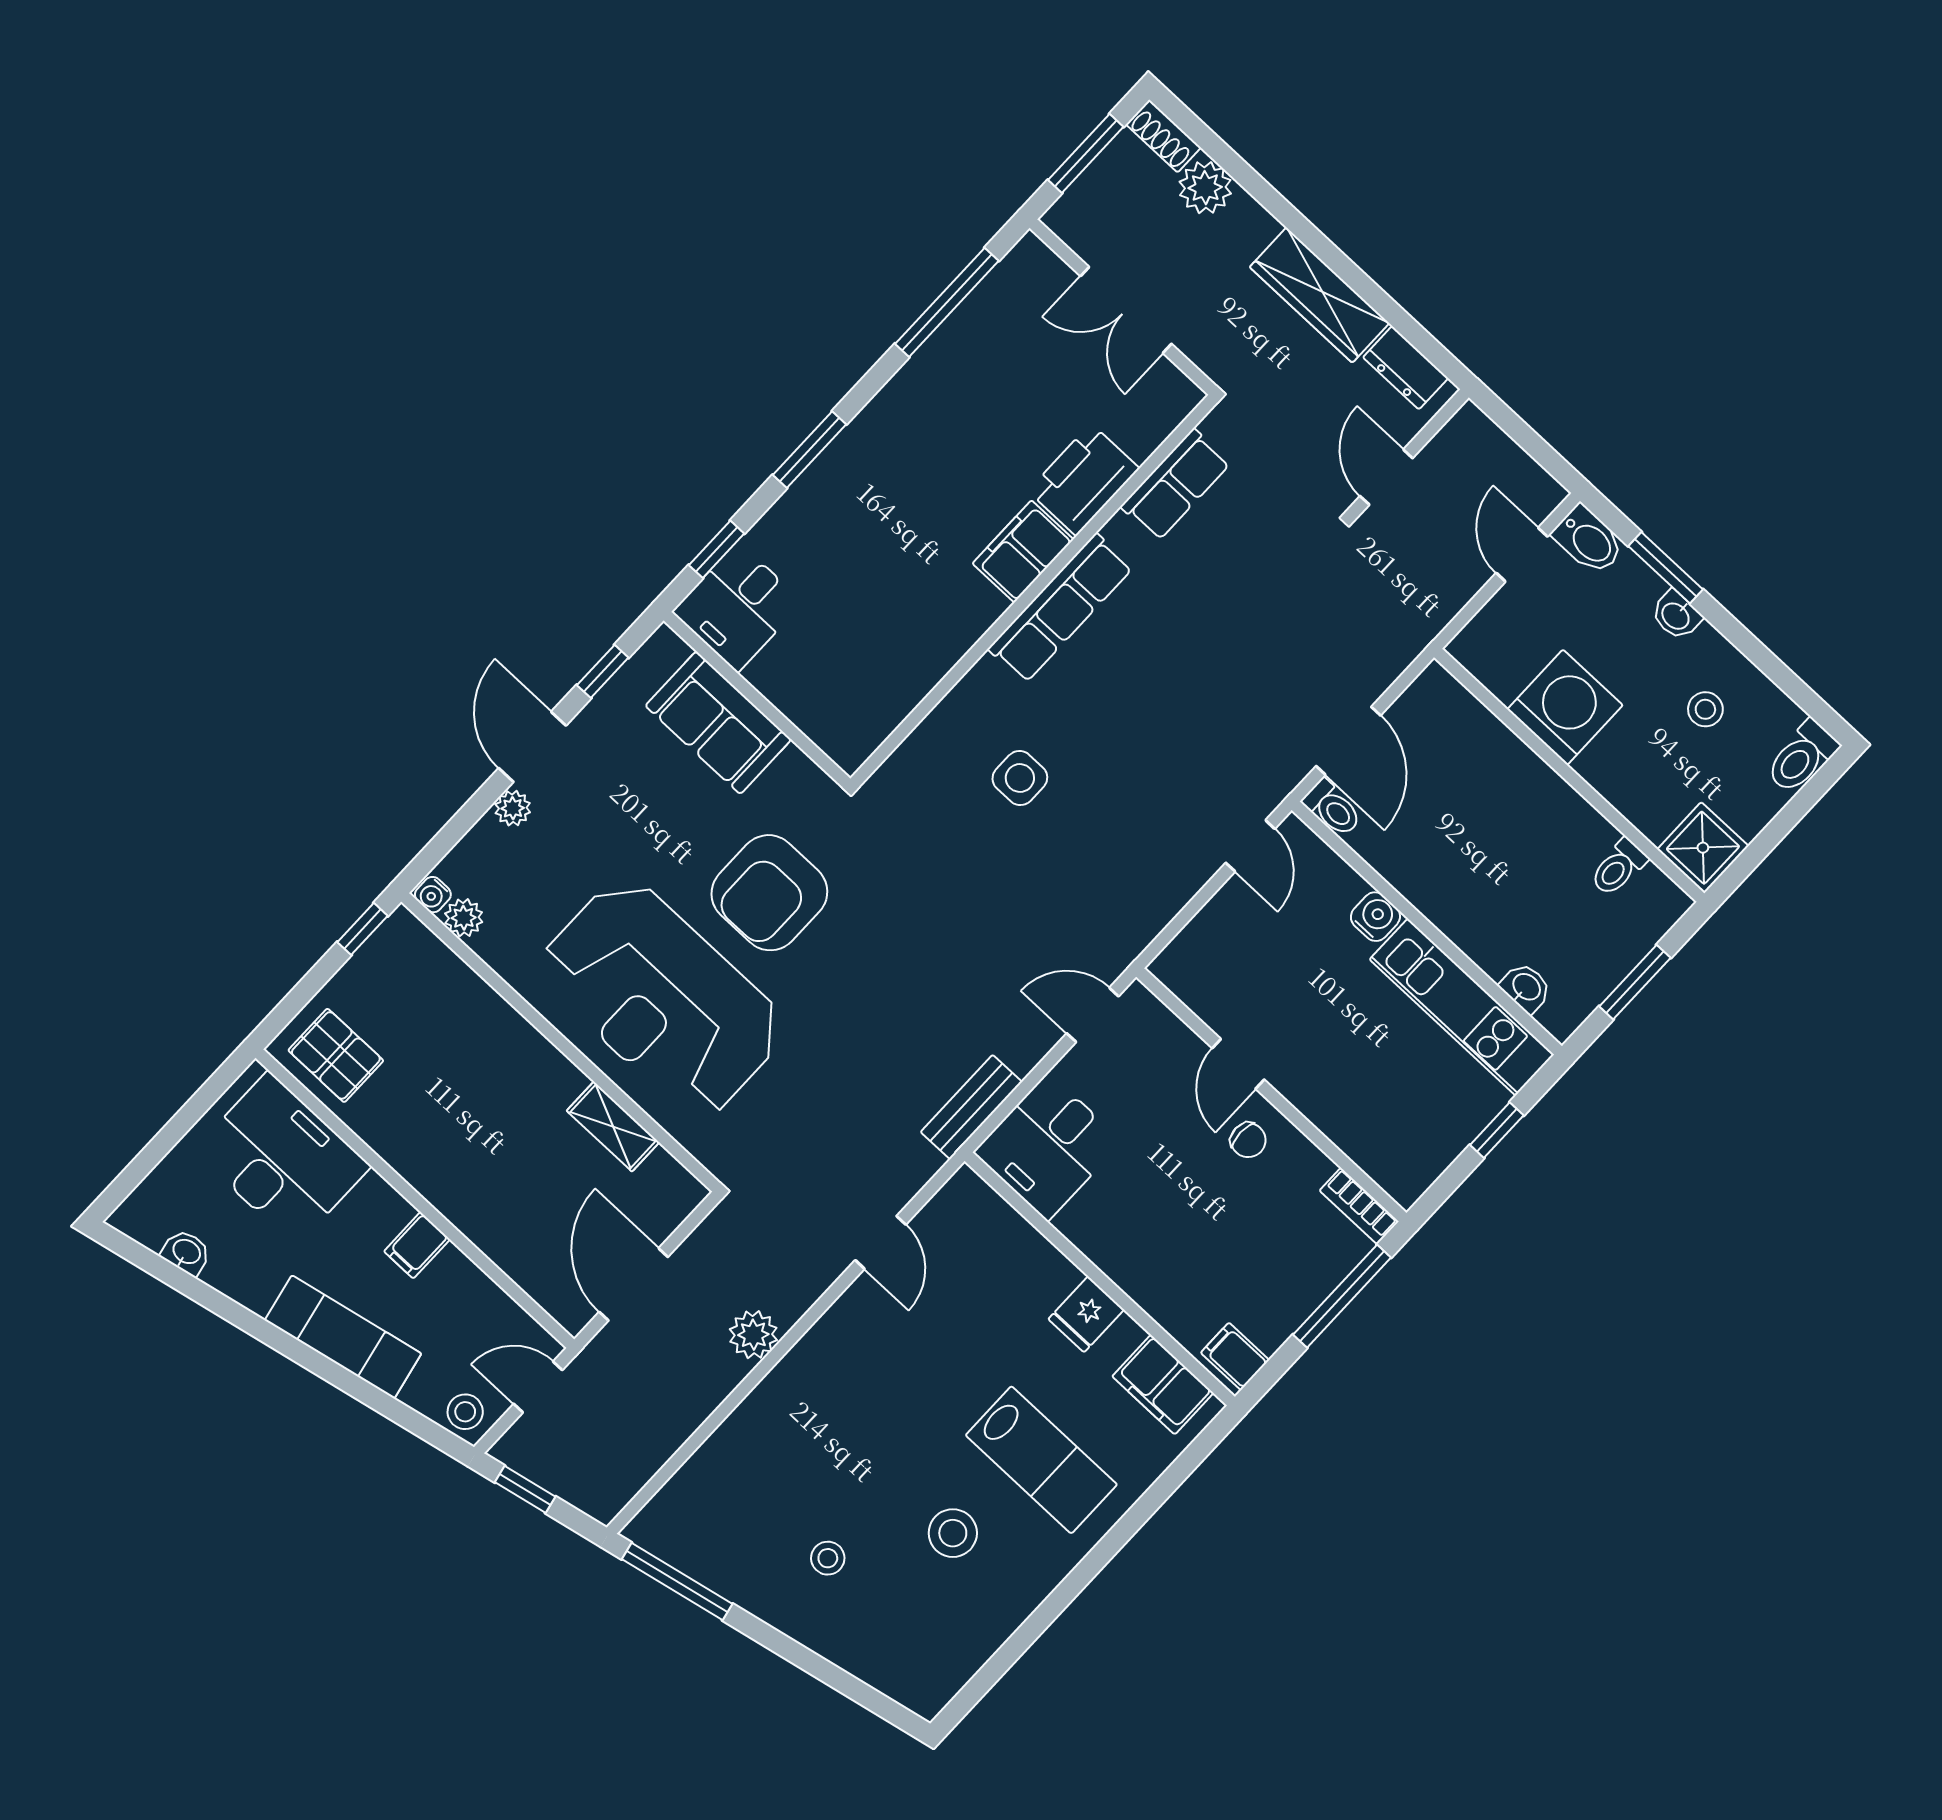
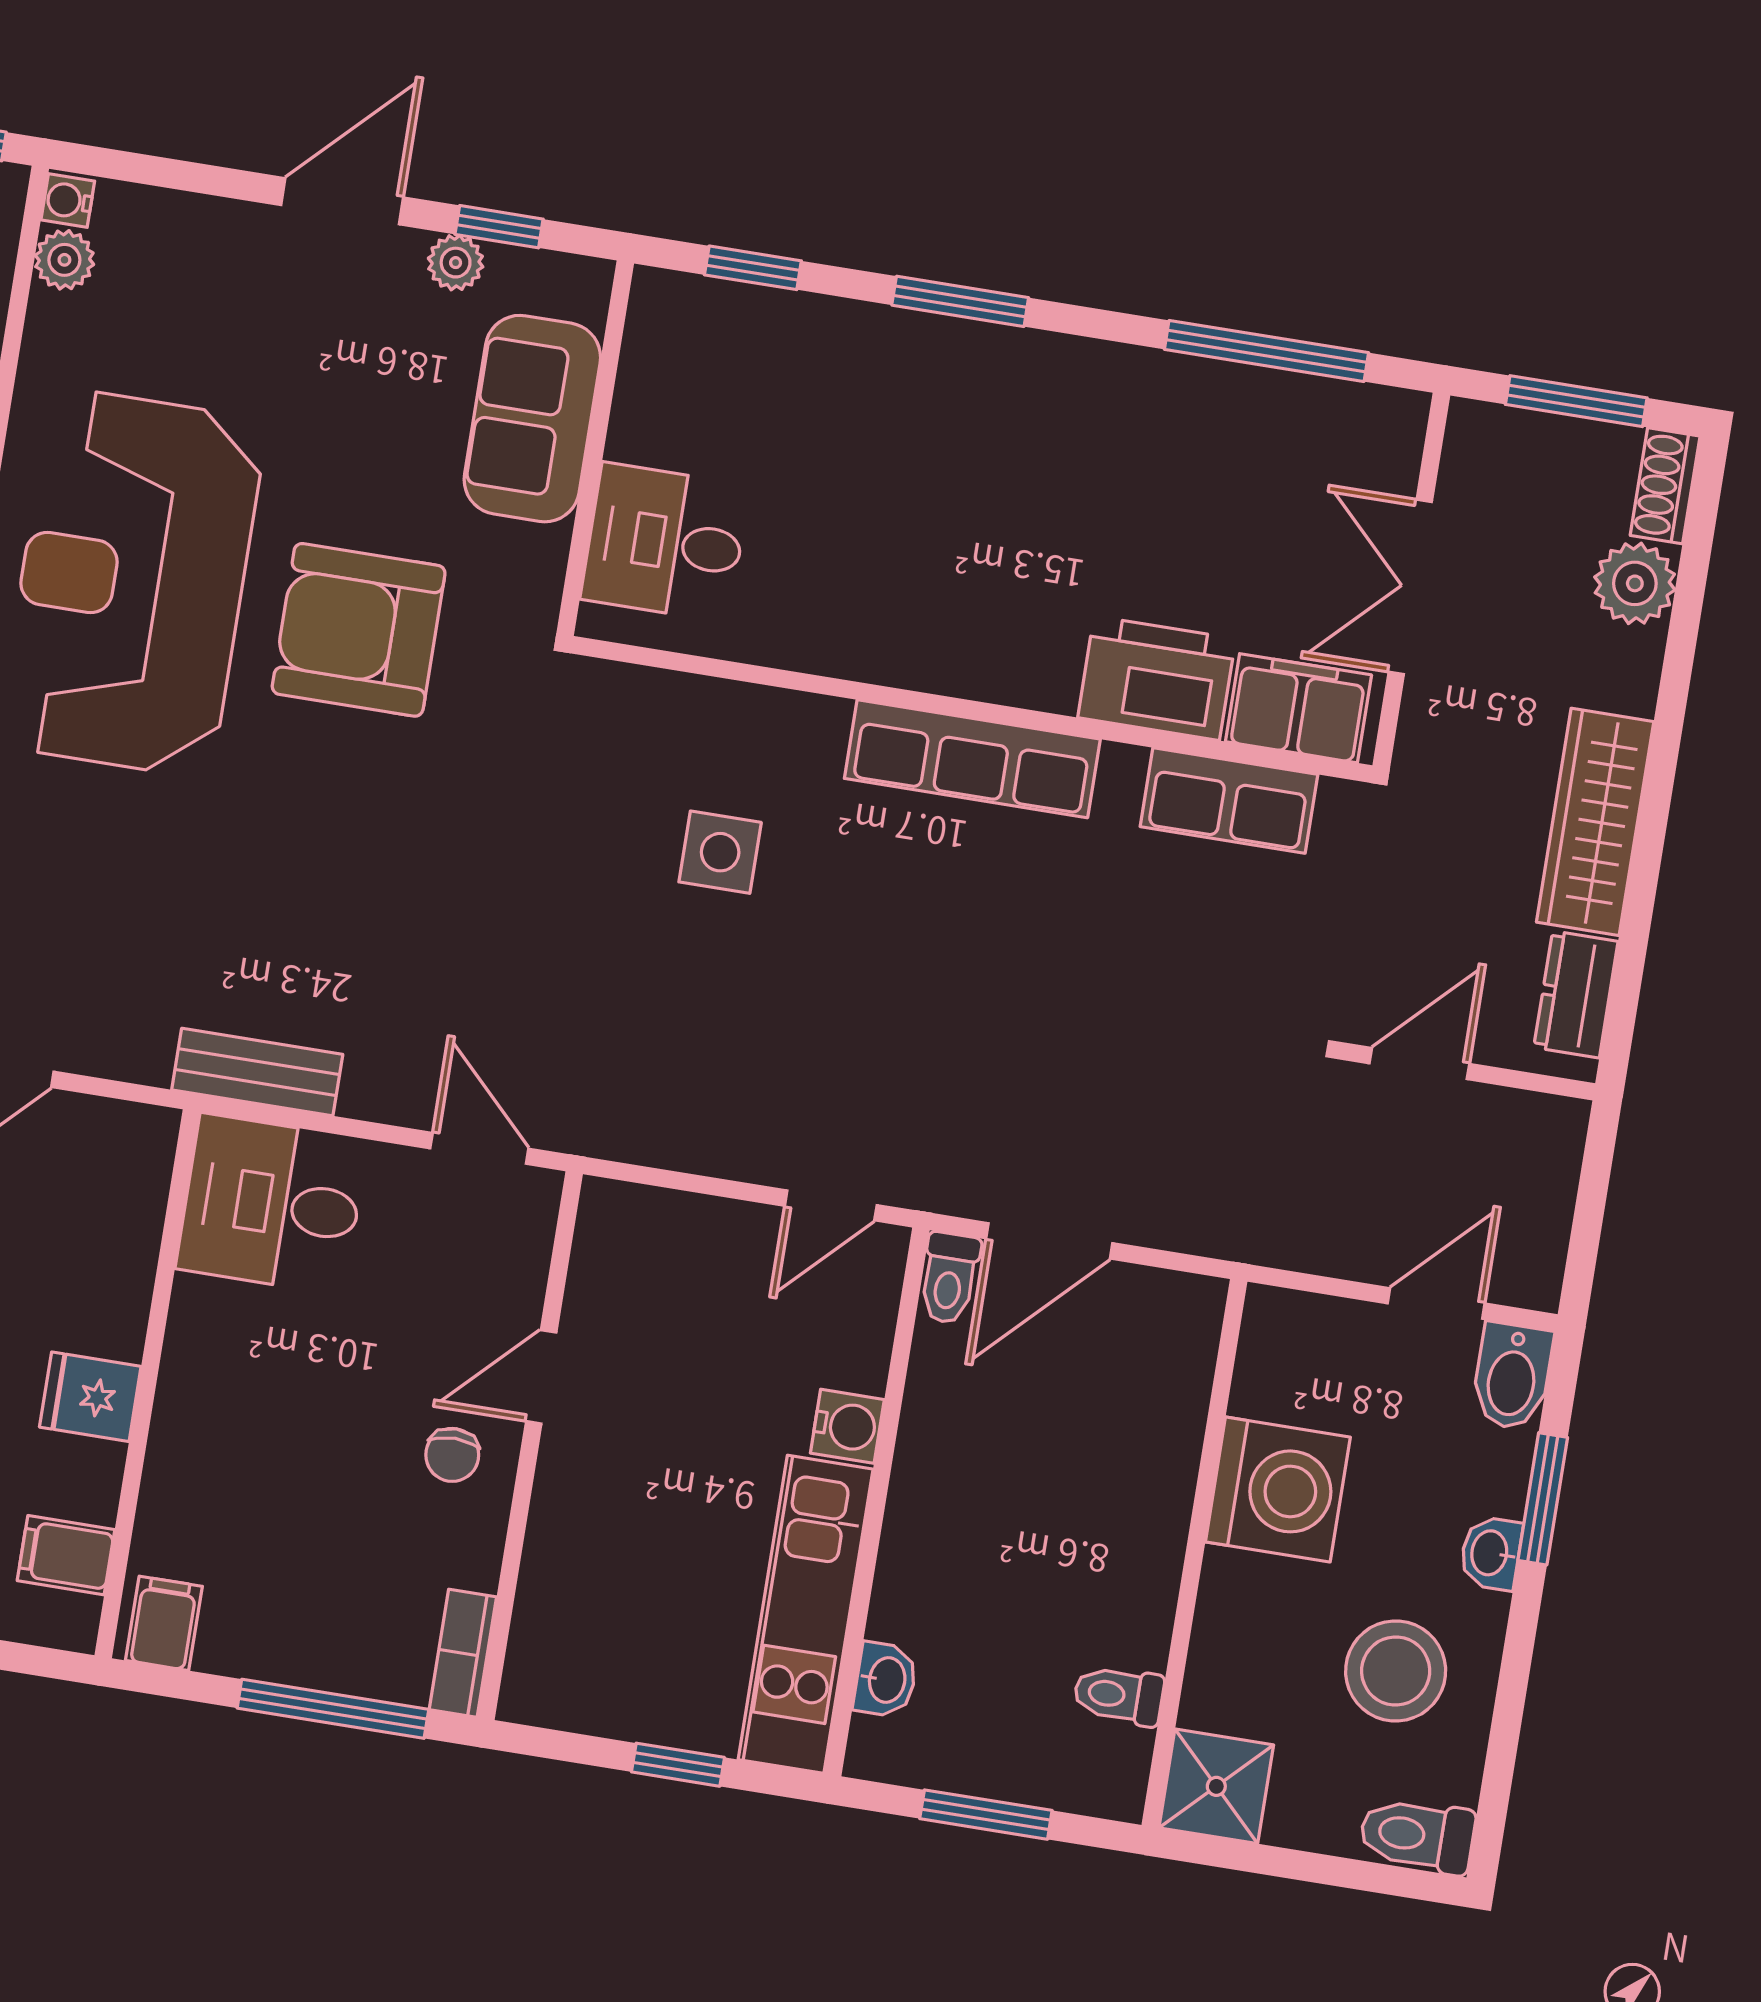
filing cabinet: (1023, 551) -> (1298, 708), moved
desk: (738, 607) -> (665, 542), moved
stool: (1705, 709) -> (1396, 1671), width x1.89, depth x1.89
plant: (513, 808) -> (456, 263), moved
filing cabinet: (1163, 1385) -> (66, 1555), width x0.50

